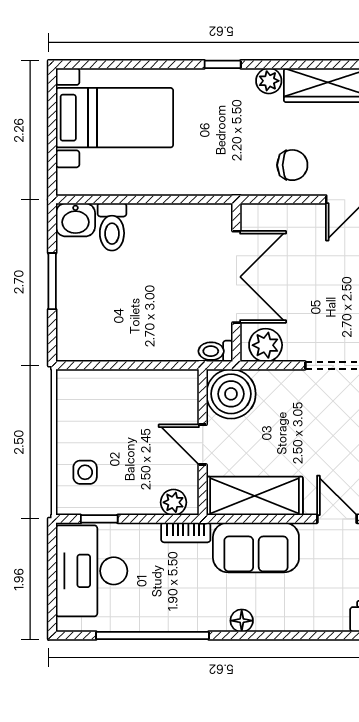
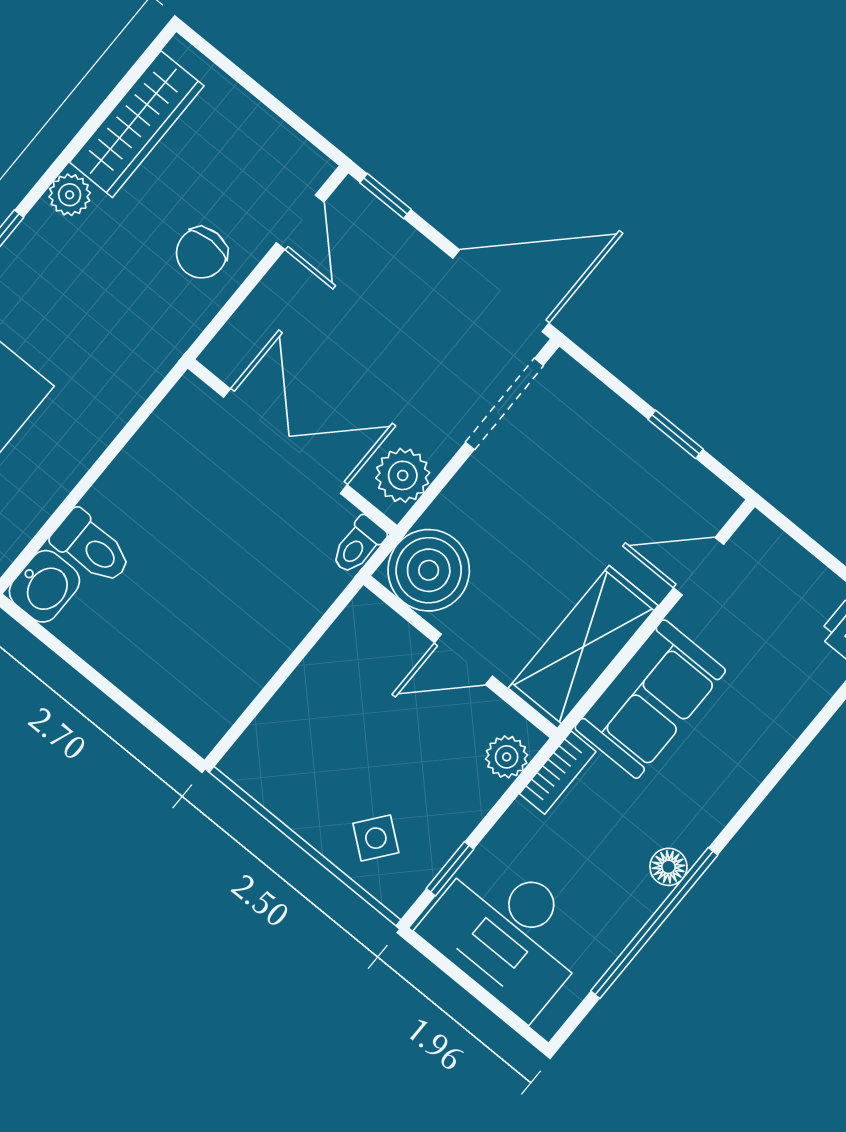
chair: (292, 165) -> (202, 253), turned 180
window: (52, 281) -> (98, 680), removed
side table: (85, 472) -> (376, 838), turned 38
floor lamp: (242, 621) -> (668, 867), moved

